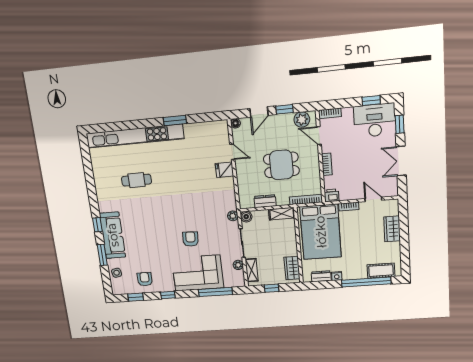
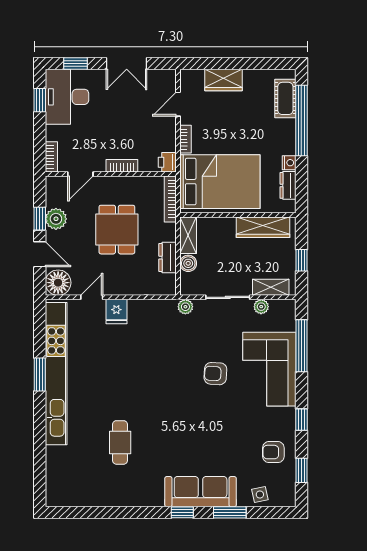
plant: (302, 120) -> (56, 219), moved
floor lamp: (235, 123) -> (58, 283), width x1.89, depth x1.89
kitchen unit: (135, 136) -> (56, 374), moved
boiler: (246, 217) -> (188, 263), moved
wardrobe: (292, 268) -> (263, 227), width x1.50

